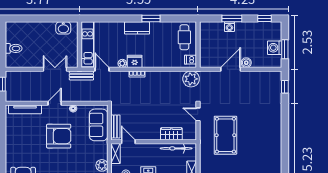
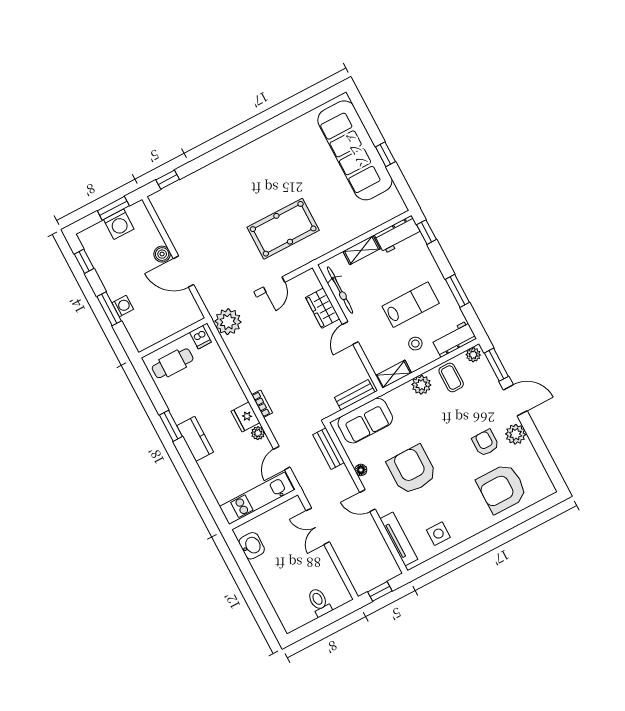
bench: (81, 75) -> (329, 449), moved
side table: (17, 132) -> (438, 534), added
door: (128, 142) -> (350, 333), moved

